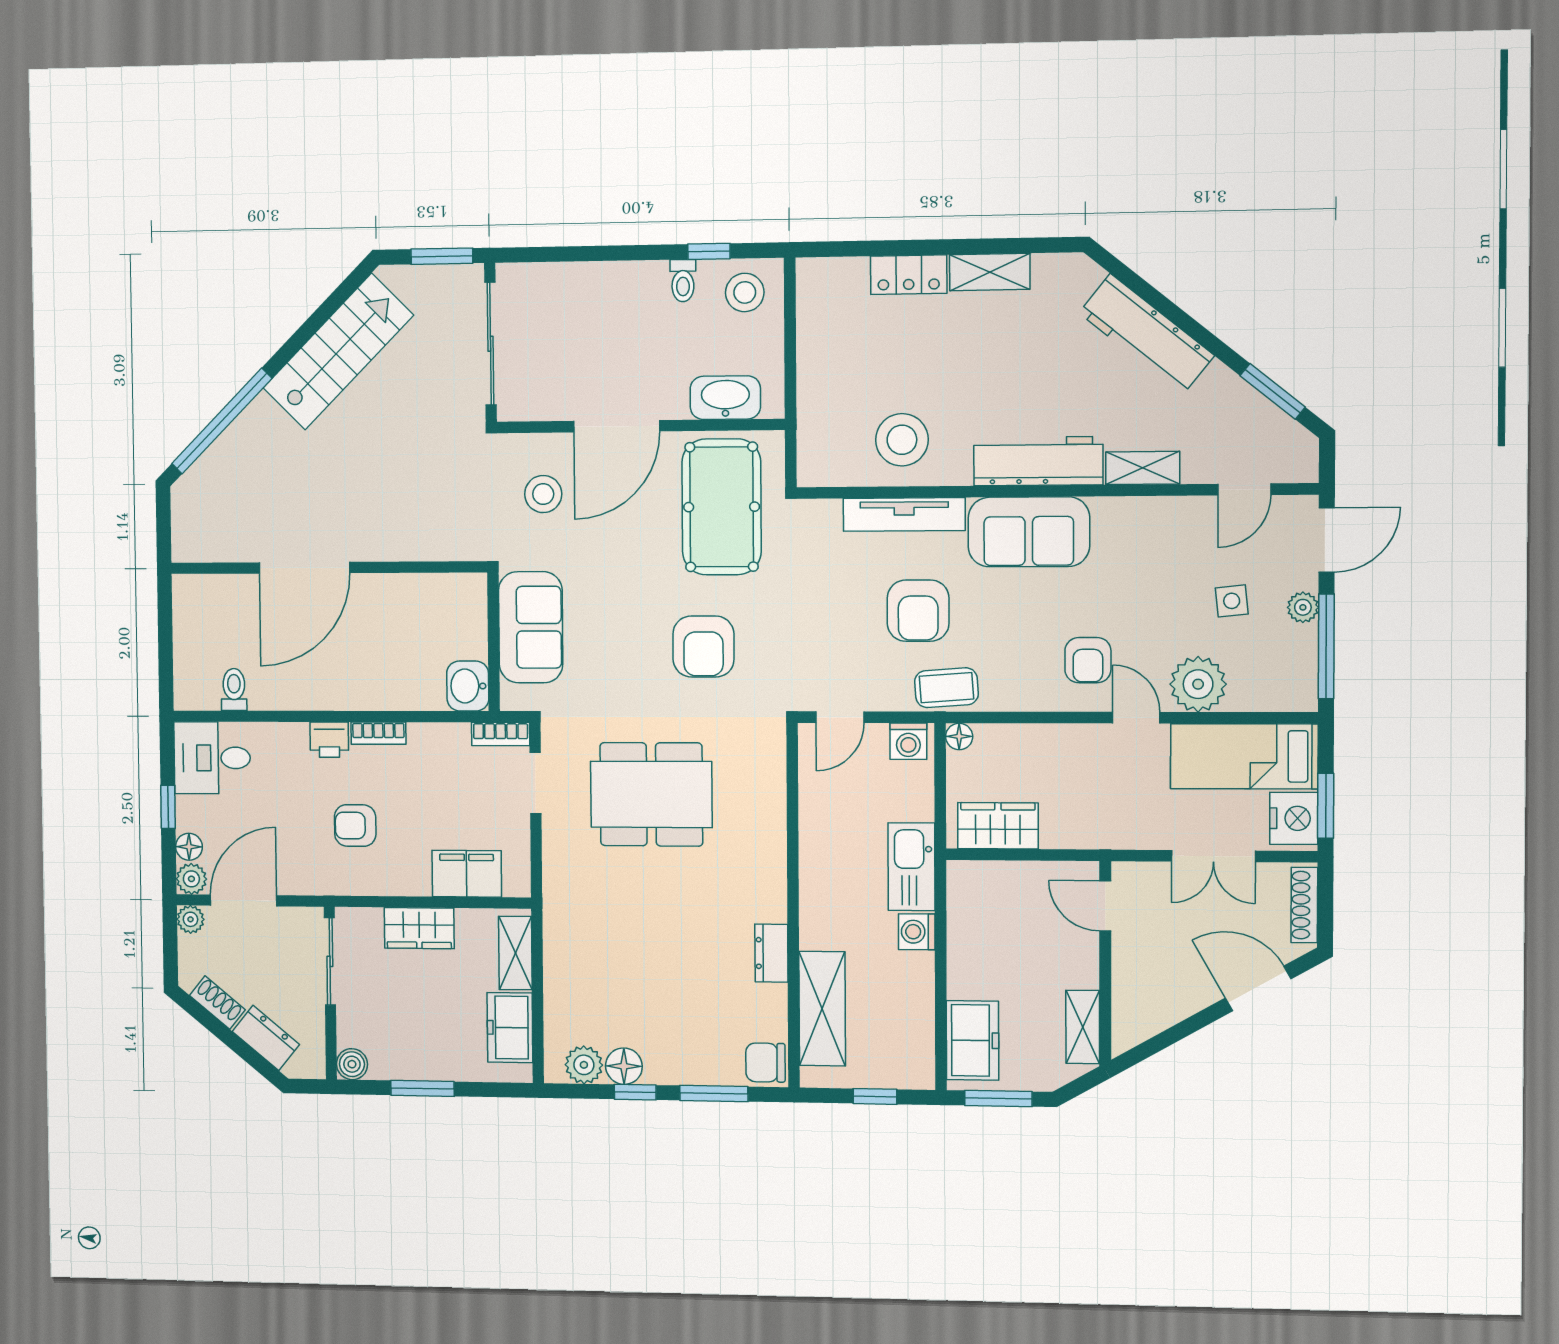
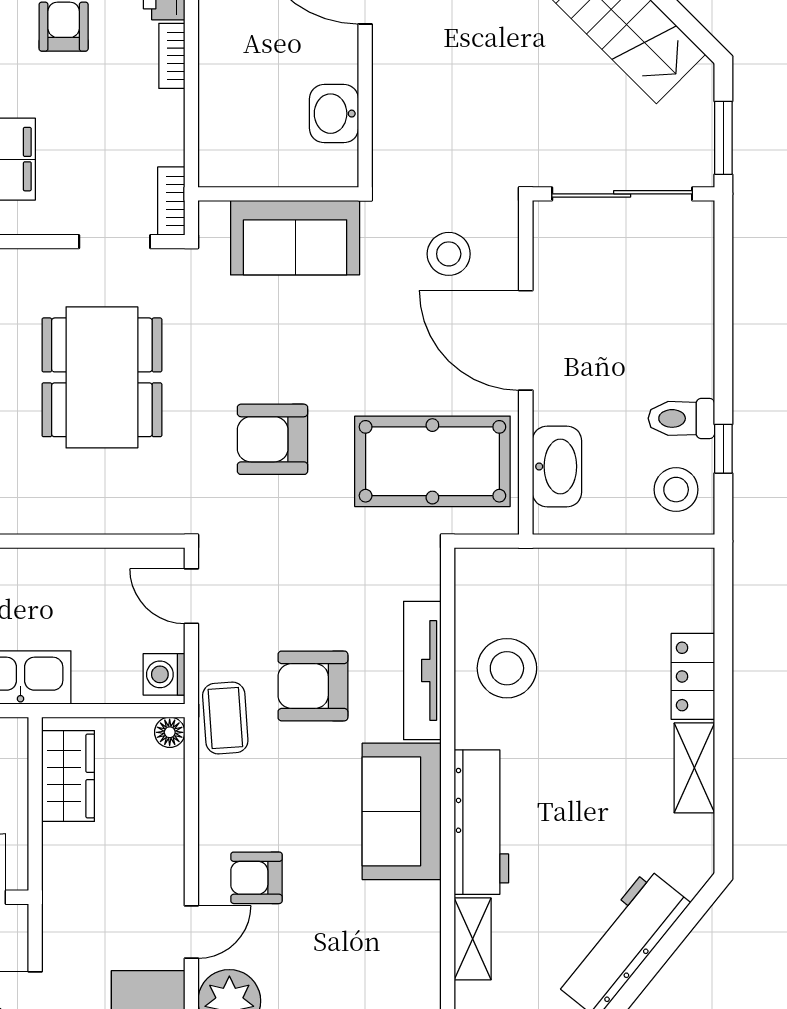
toilet: (683, 281) -> (681, 418), width x1.37, depth x1.39
washbasin: (468, 686) -> (334, 114), moved, turned -90

